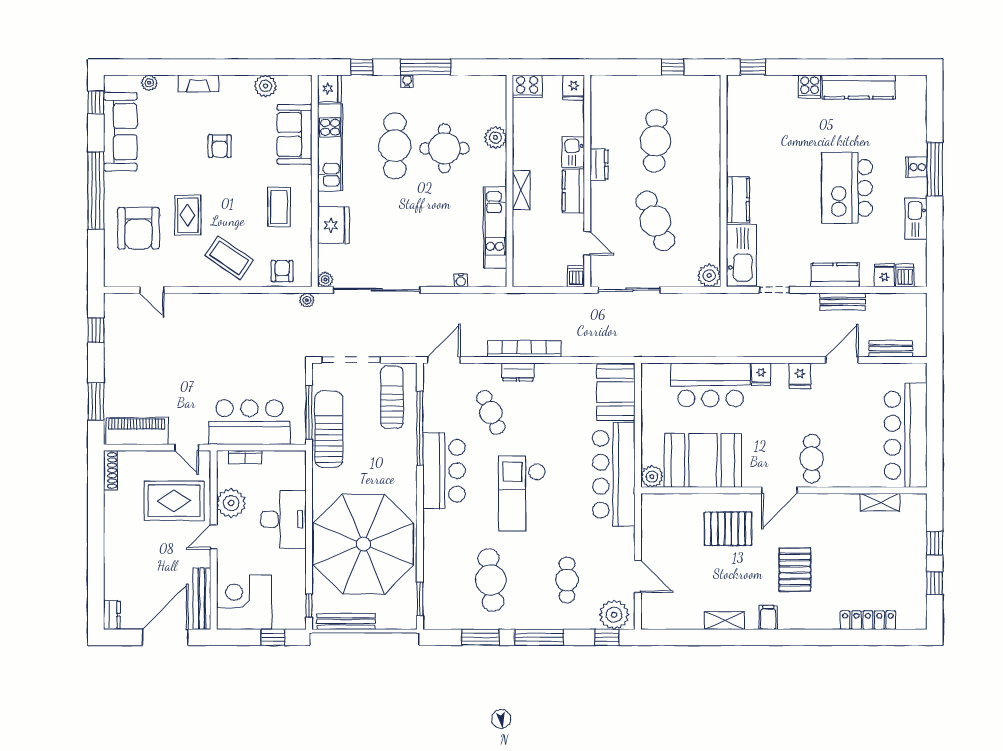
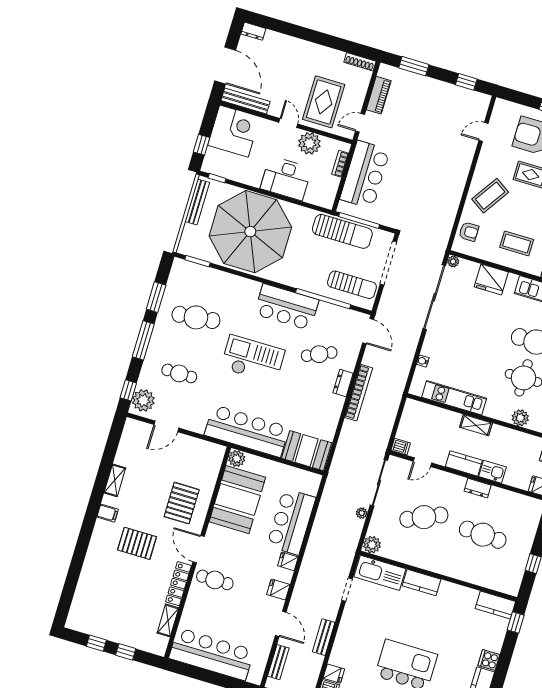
kitchen counter: (835, 275) -> (495, 605), moved, turned 90
plant: (307, 300) -> (362, 513), moved
piano: (137, 431) -> (379, 95), width x0.73, depth x0.75
locker: (868, 620) -> (178, 584), moved, turned 180

